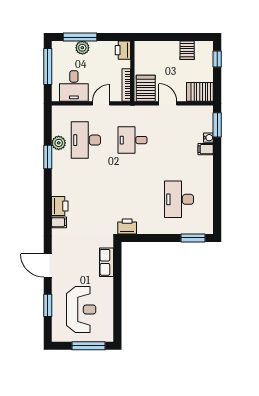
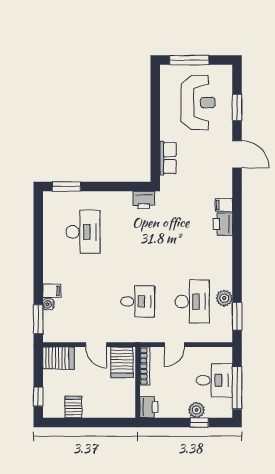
window: (80, 37) -> (199, 422), width x0.46
desk: (74, 86) -> (214, 380), moved, turned 90
window: (48, 157) -> (237, 316), moved
reception desk: (81, 309) -> (198, 103), turned 180

